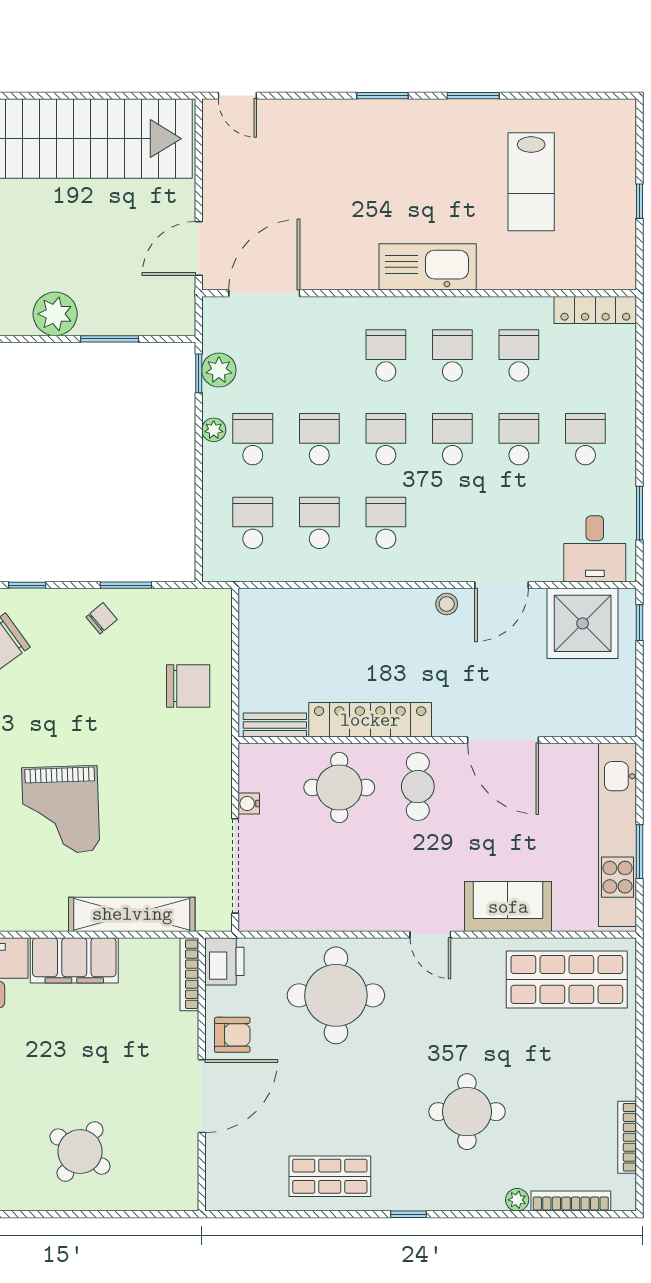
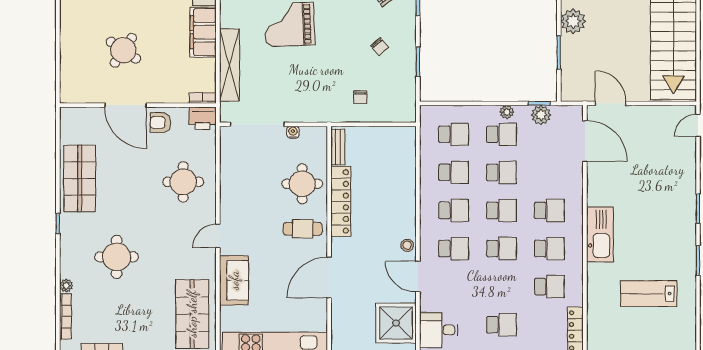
school desk: (519, 439) -> (454, 249), moved
chair: (102, 618) -> (380, 46), moved
chair: (188, 686) -> (360, 97), width x0.54, depth x0.54
bookcase: (189, 974) -> (203, 98), width x0.64
round table: (336, 995) -> (183, 182), width x0.73, depth x0.73
armchair: (232, 1035) -> (161, 123), turned 90
round table: (80, 1152) -> (123, 50), moved
shop shelf: (330, 1176) -> (80, 178), width x1.43, depth x1.36

